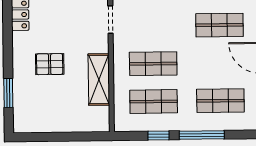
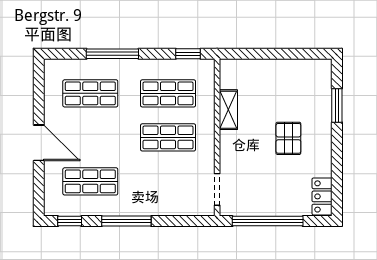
pallet: (50, 64) -> (288, 138), turned 90
shelving: (99, 80) -> (228, 110), width x0.67, depth x0.75
window: (159, 136) -> (188, 54), moved

